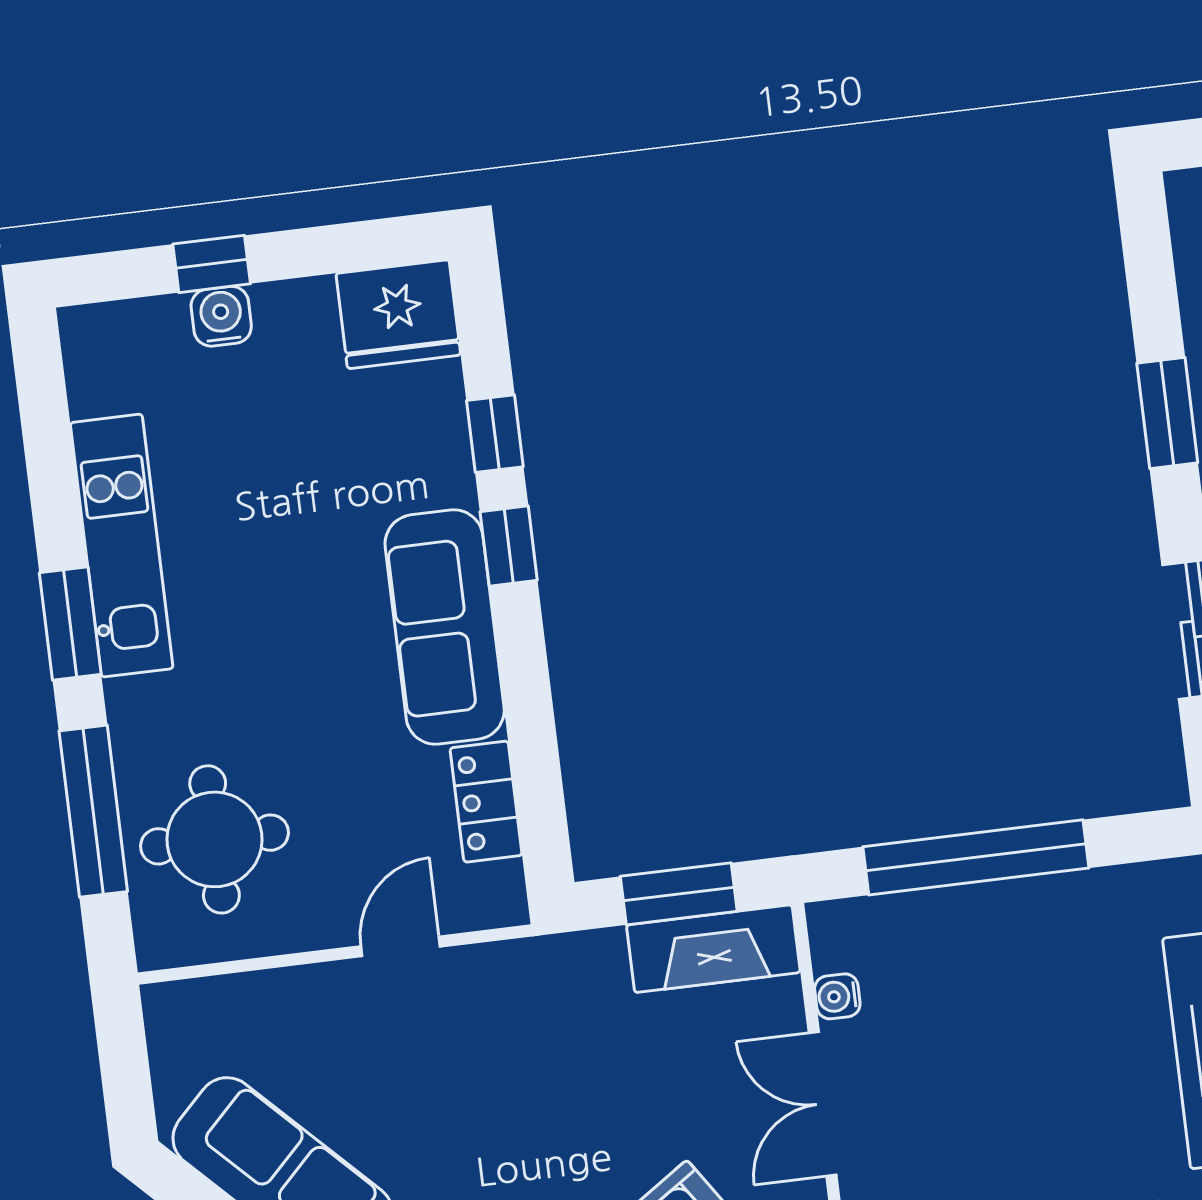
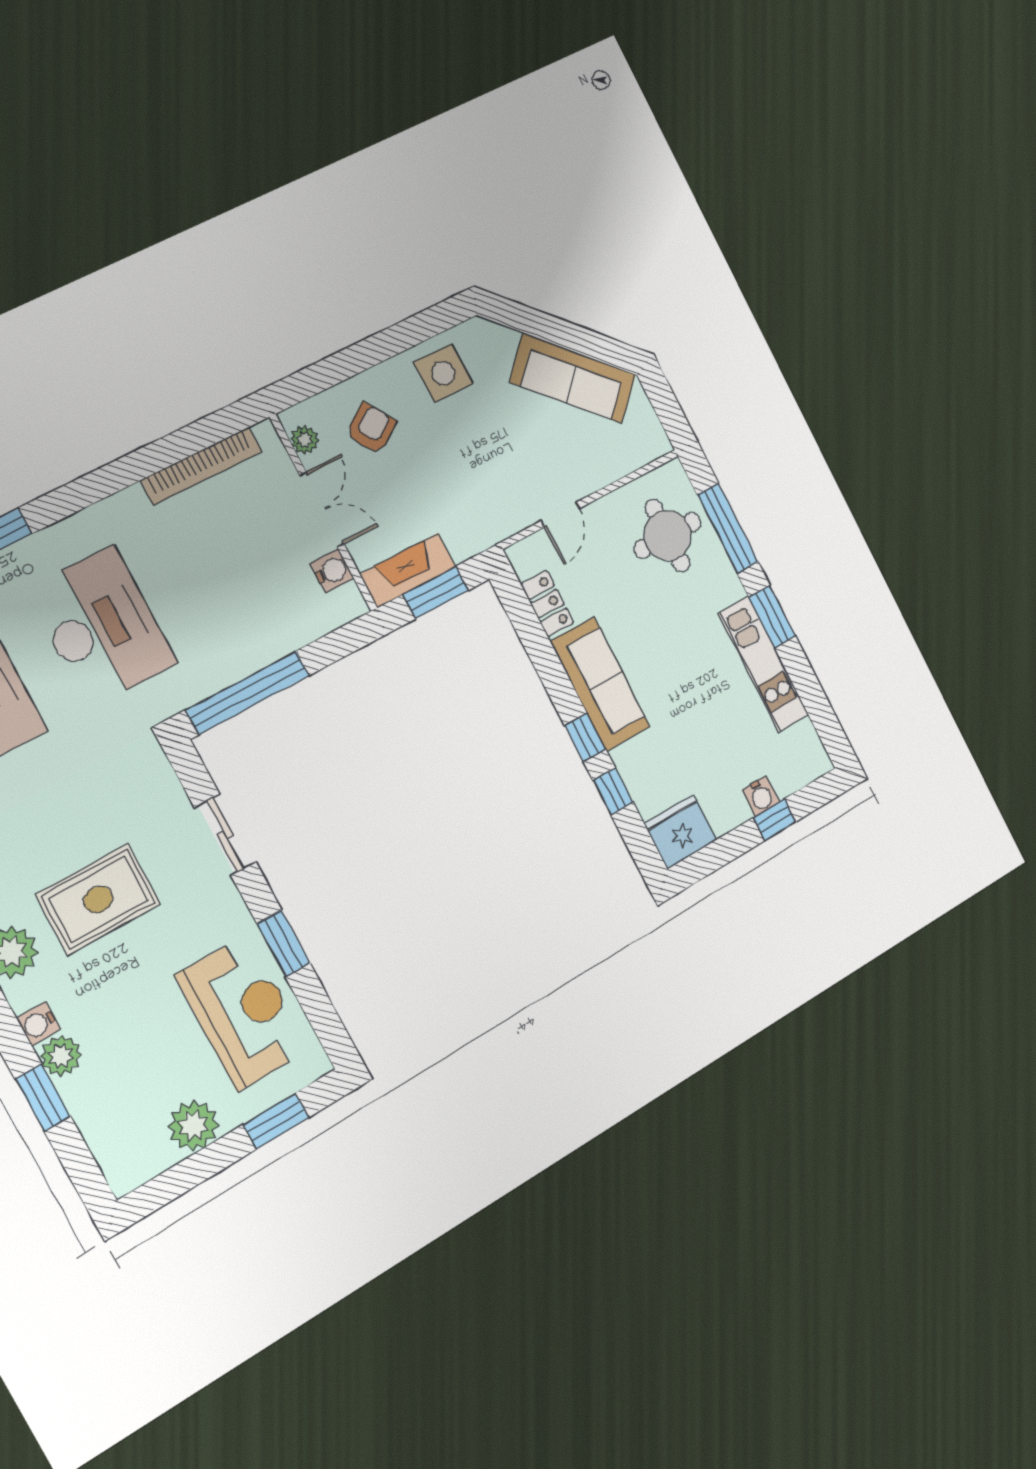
window: (976, 857) -> (248, 693), moved
water cooler: (837, 996) -> (332, 571), width x1.38, depth x1.38

